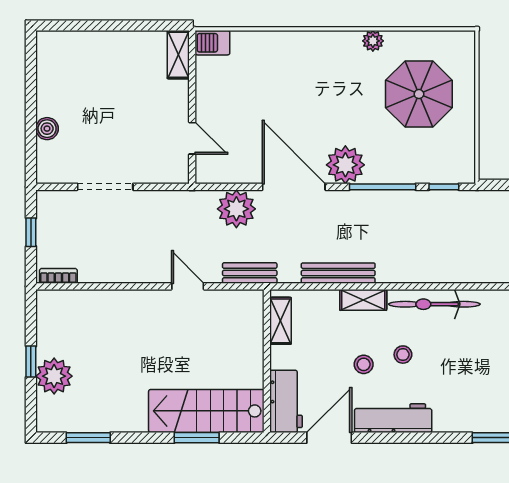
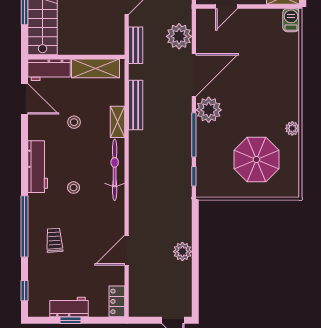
shelving: (280, 321) -> (95, 68), width x1.50, depth x1.33
stool: (403, 355) -> (74, 188), moved
workbench: (393, 418) -> (38, 167), moved

